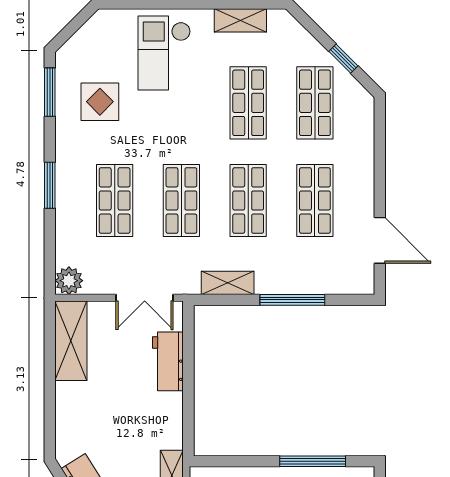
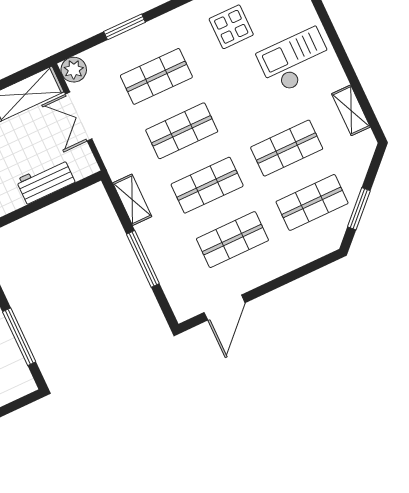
window: (343, 59) -> (359, 209), width x1.50
window: (50, 185) -> (125, 27), moved
double door: (145, 298) -> (79, 117), moved

